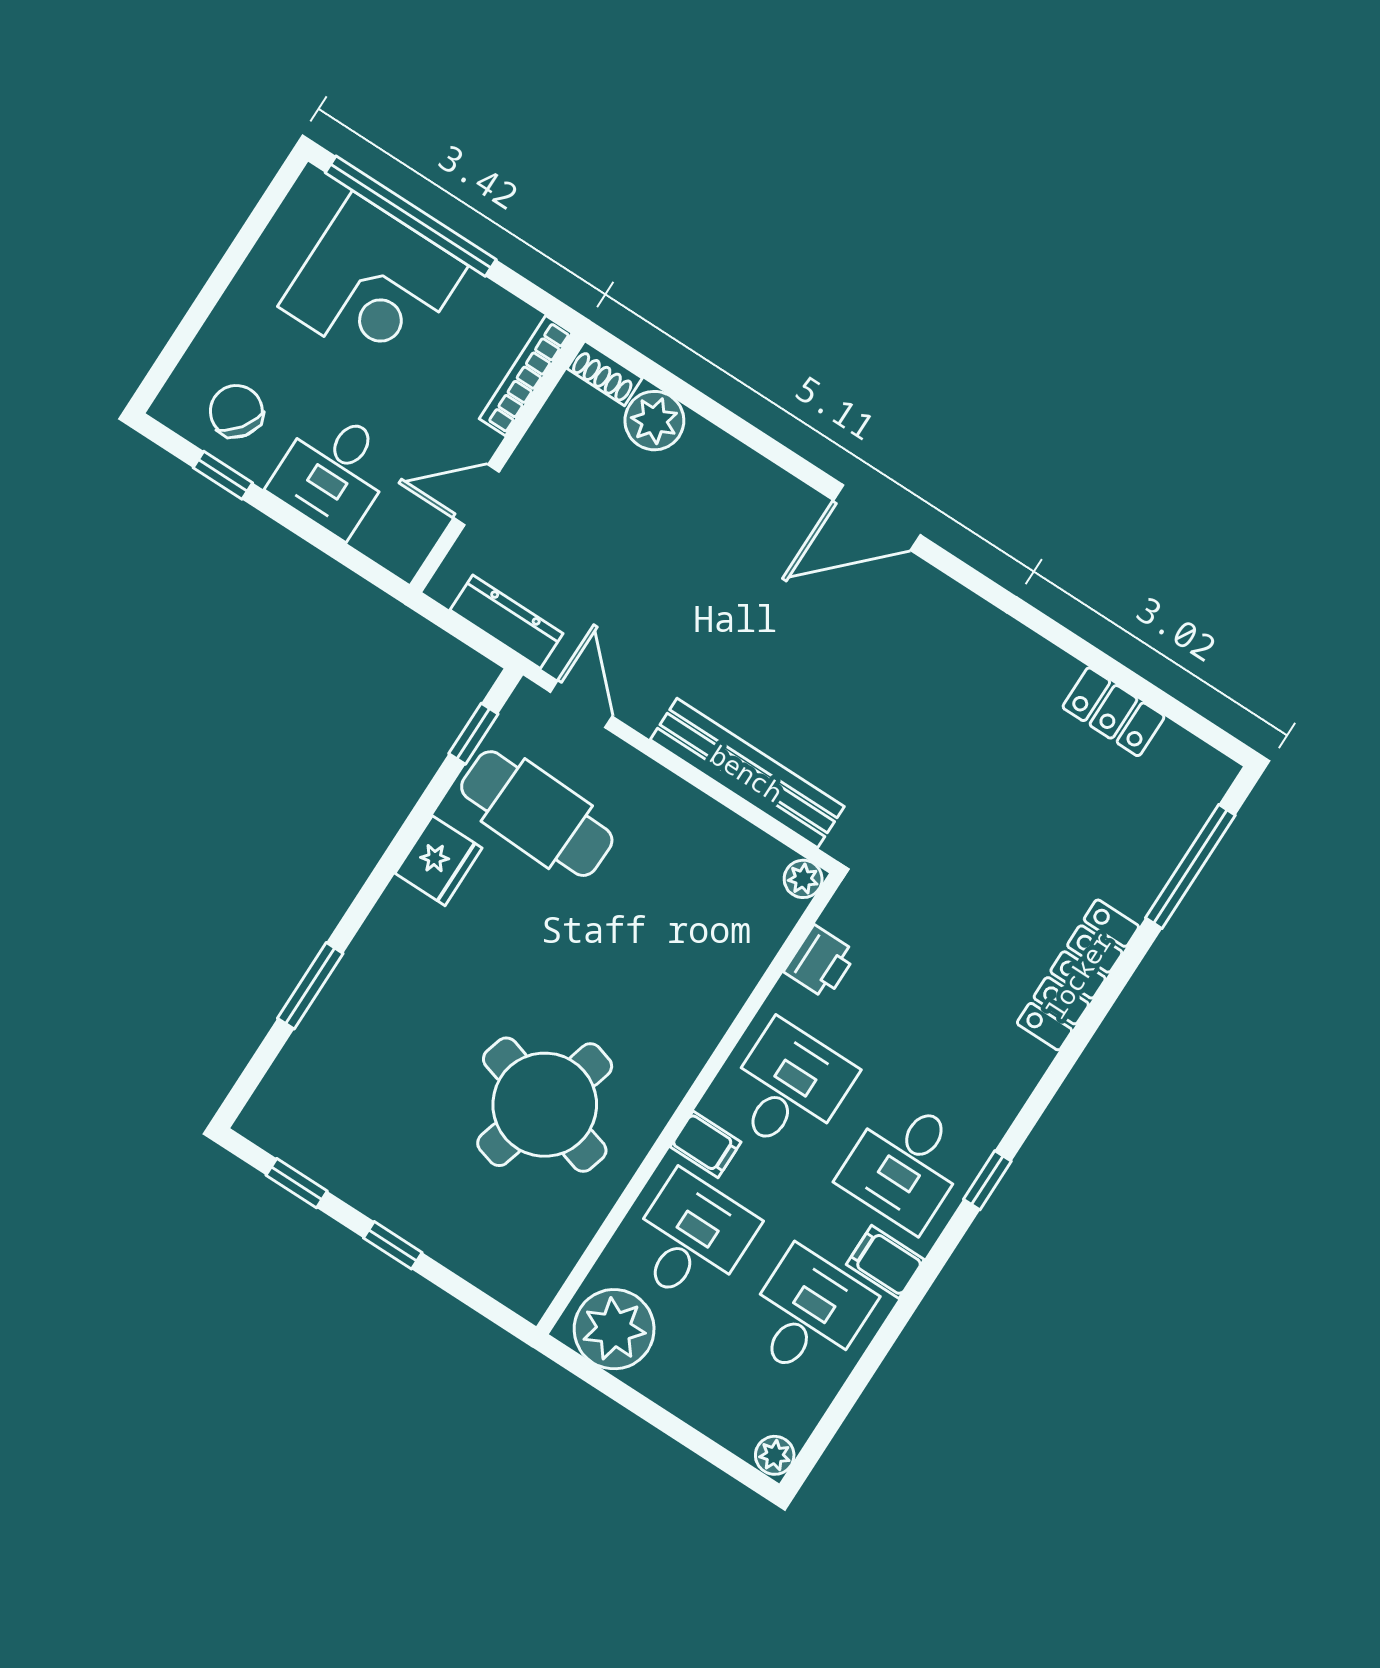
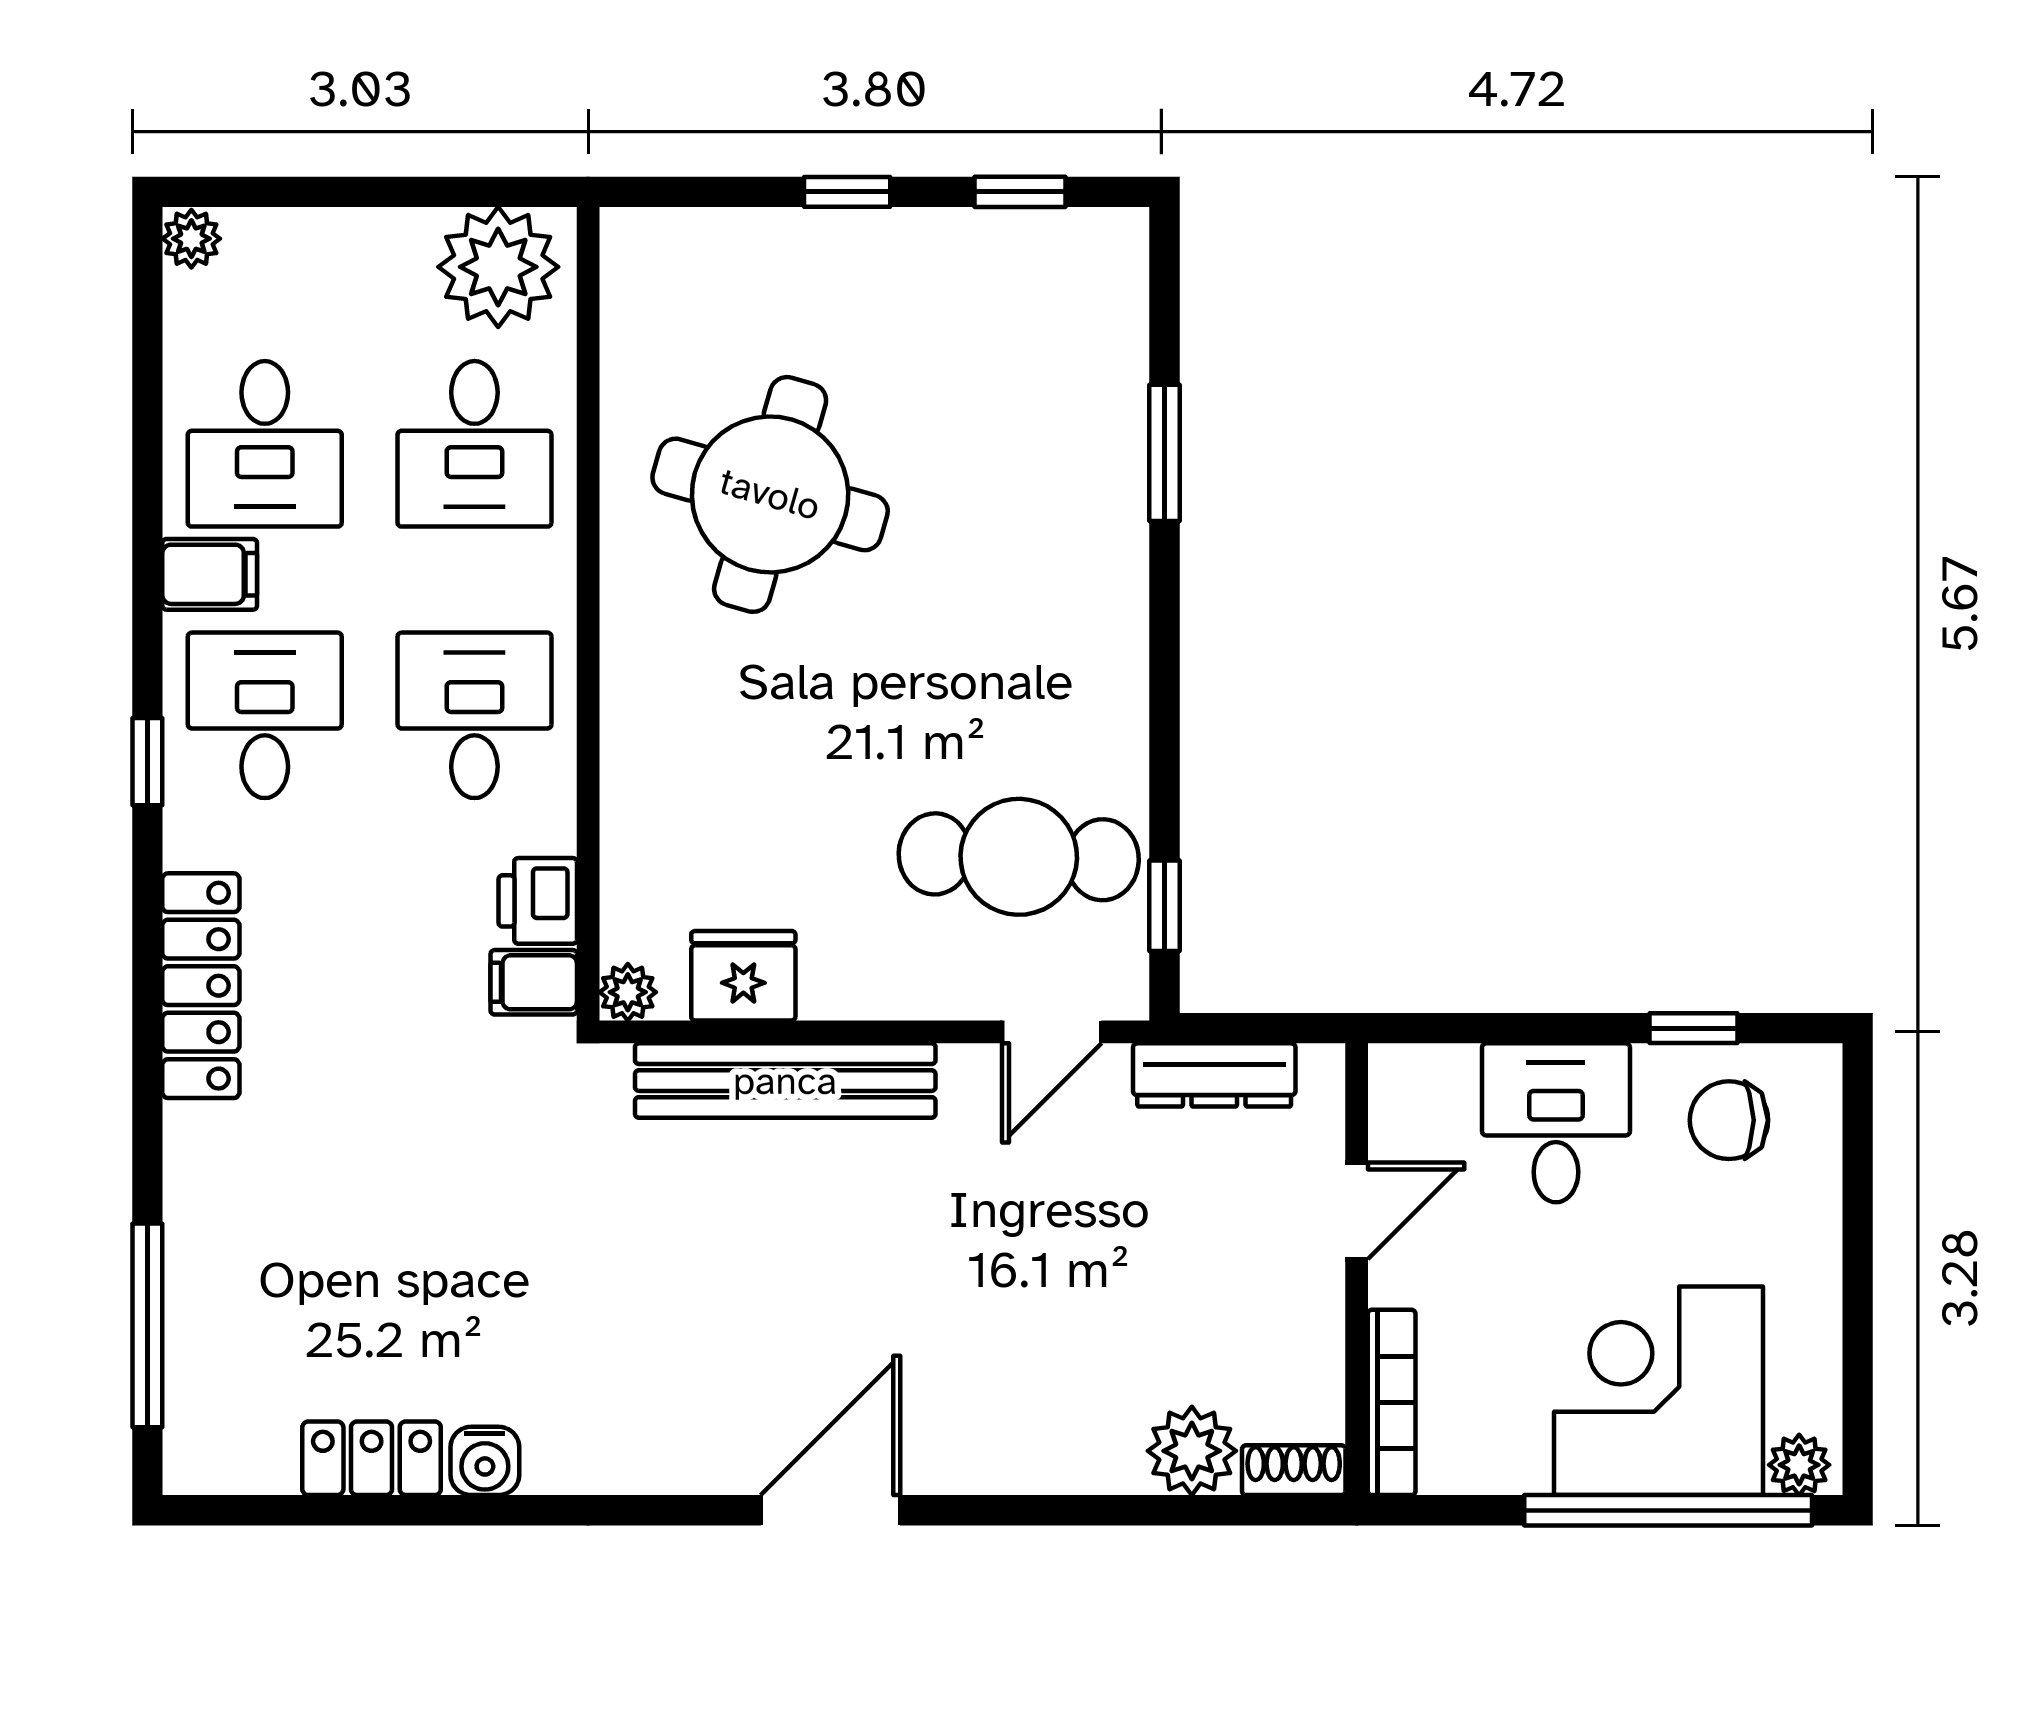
plant: (321, 194) -> (1799, 1465), added
chair: (236, 411) -> (1729, 1120), turned 144
water cooler: (1051, 670) -> (485, 1461), added
door: (581, 704) -> (1052, 1032), hinge flipped
fridge: (439, 861) -> (743, 976), moved, turned 90
locker: (1078, 975) -> (201, 986), moved
desk: (789, 1088) -> (474, 715), turned 180
filing cabinet: (706, 1144) -> (534, 982), moved

